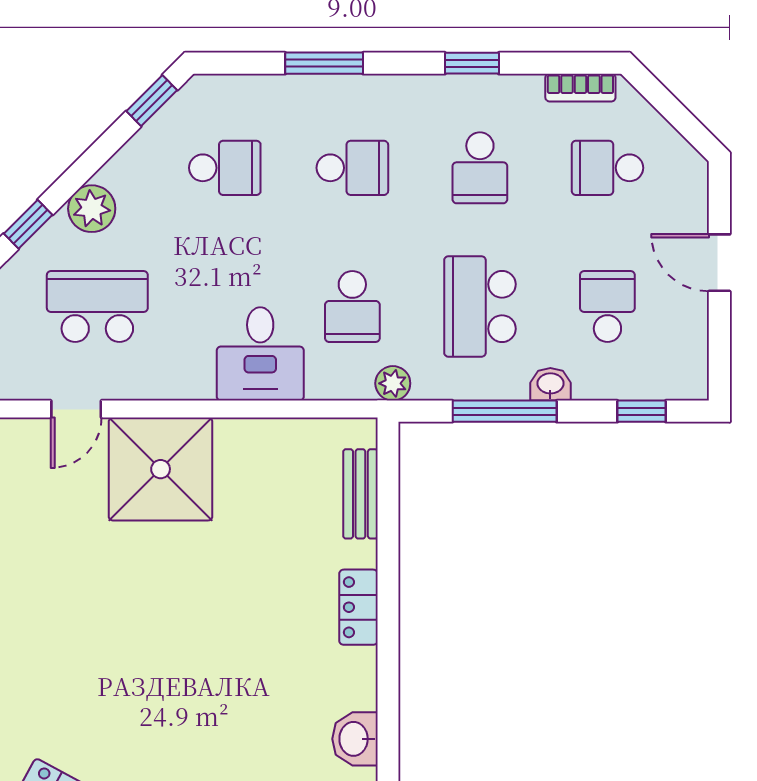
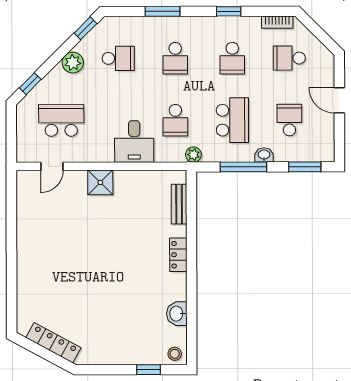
school desk: (352, 168) -> (175, 58), turned 90
plant: (92, 209) -> (73, 63), moved
school desk: (480, 306) -> (232, 120), turned 180
window: (642, 411) -> (305, 167), width x1.50
shower: (161, 469) -> (100, 182), width x0.54, depth x0.54

